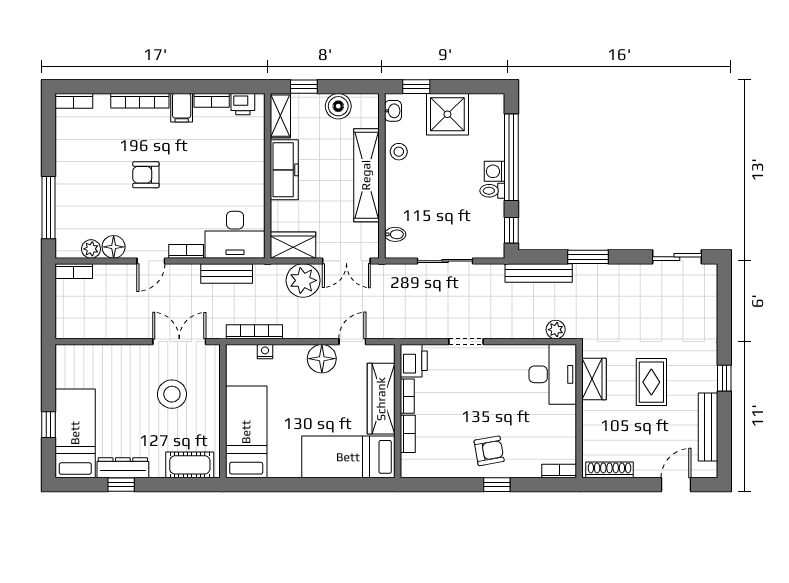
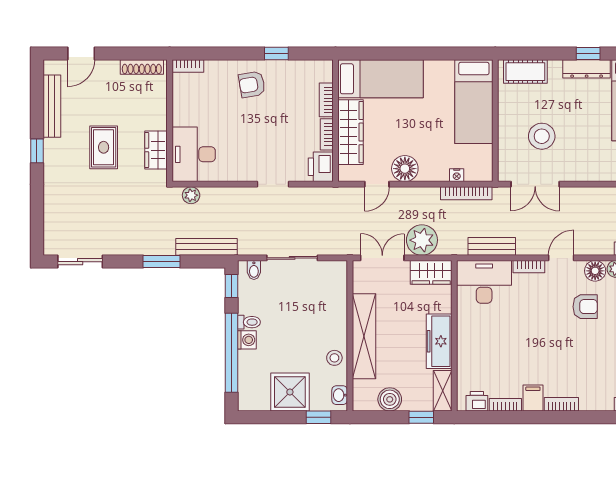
bookcase: (140, 101) -> (561, 404), width x0.64
armchair: (146, 175) -> (585, 307), moved
bidet: (395, 234) -> (254, 270), moved, turned -90
window: (497, 485) -> (276, 54), moved

